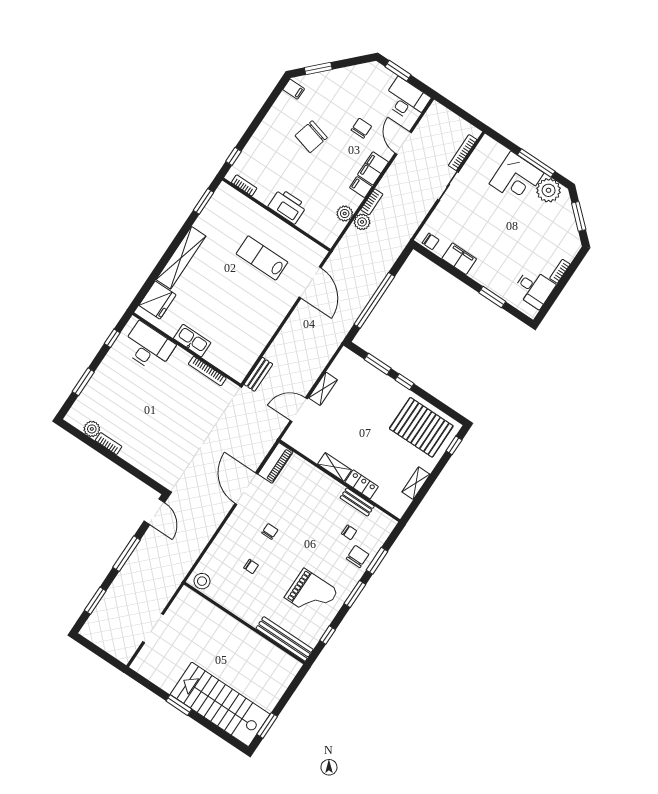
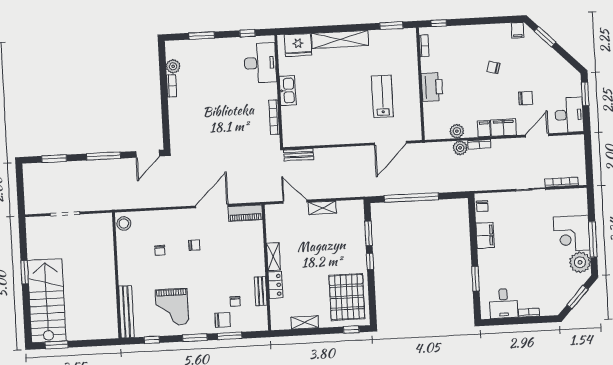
chair: (311, 137) -> (493, 67), width x0.54, depth x0.54

